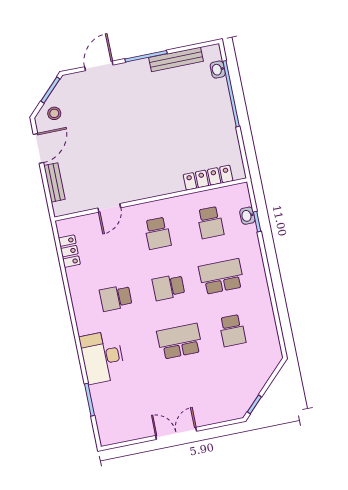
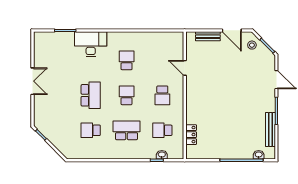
locker: (208, 178) -> (191, 135), width x0.66
school desk: (158, 233) -> (162, 95), turned -90
locker: (69, 251) -> (162, 37), removed
school desk: (221, 276) -> (127, 130), turned -90

